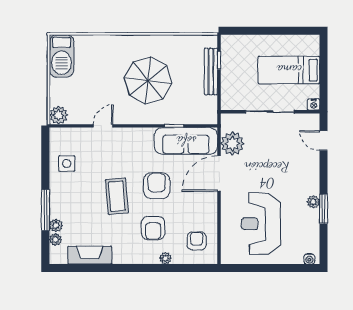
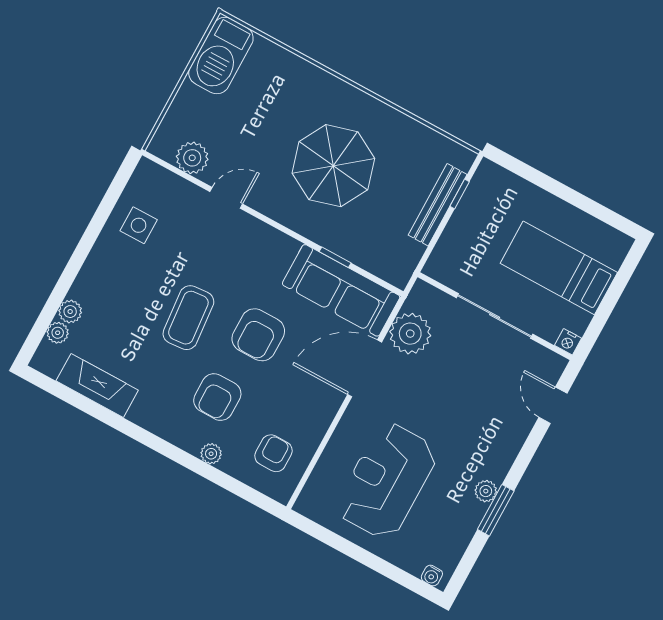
plant: (59, 115) -> (192, 158), moved
armchair: (157, 186) -> (258, 335), turned 180
window: (45, 210) -> (67, 279), removed

